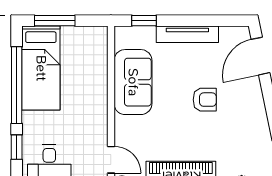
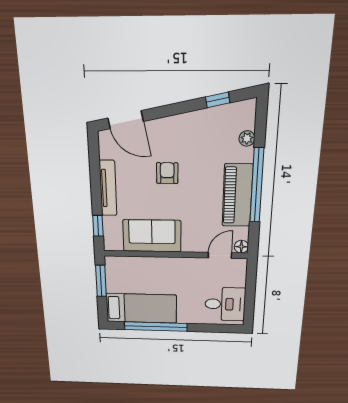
window: (55, 21) -> (101, 281), moved
window: (17, 147) -> (207, 328), removed

